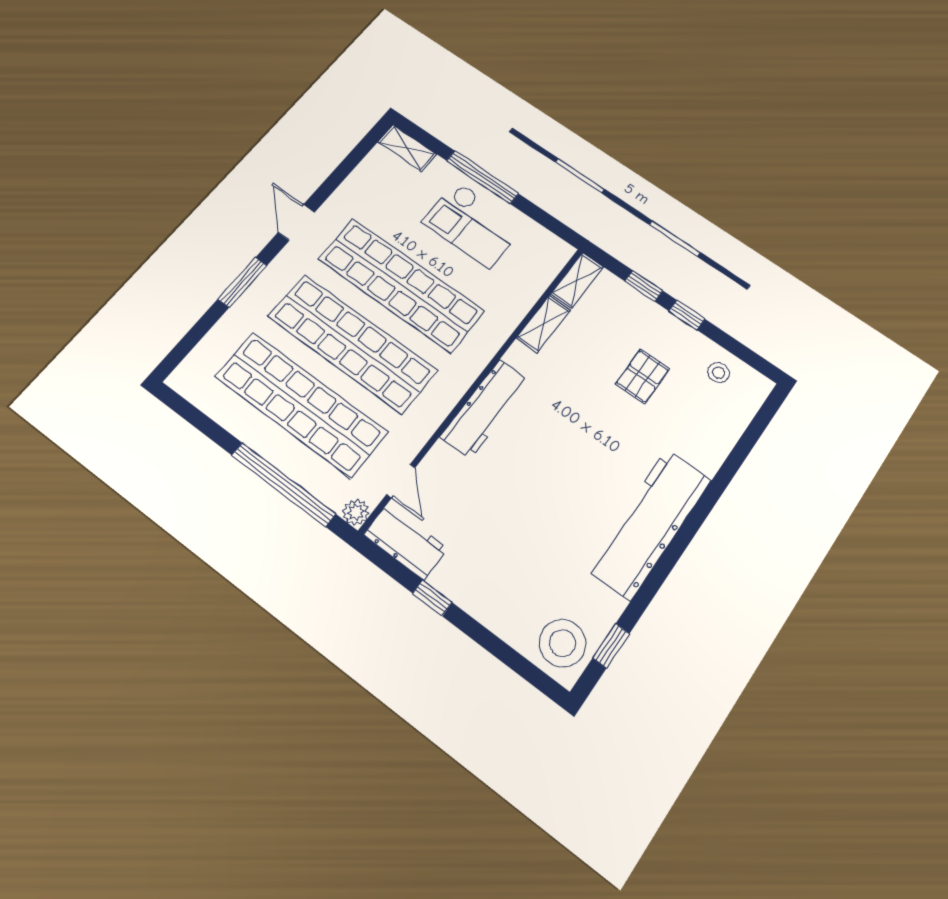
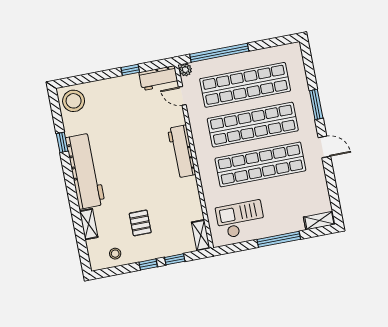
checkout: (473, 224) -> (241, 219), moved
shelving: (543, 324) -> (89, 224), moved
window: (611, 646) -> (62, 142), moved

